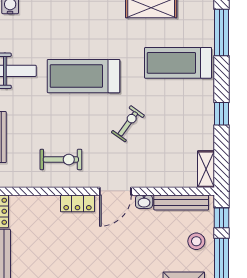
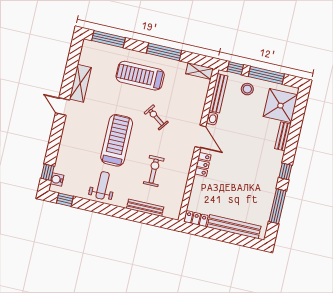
treadmill: (178, 63) -> (140, 76), moved, turned 90
treadmill: (84, 76) -> (117, 140), turned 180
window: (222, 114) -> (164, 52), width x2.17
exercise bike: (61, 159) -> (154, 171), moved

